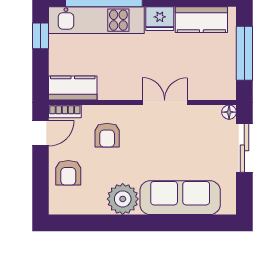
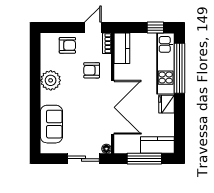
kitchen counter: (201, 20) -> (157, 145), moved, turned 90
double door: (165, 102) -> (113, 107), width x1.87
door: (41, 133) -> (93, 28), swing flipped
armchair: (68, 173) -> (67, 45), turned 180
sofa: (180, 198) -> (51, 124), width x0.73

